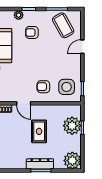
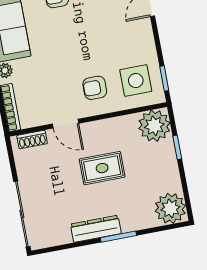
plant: (72, 126) -> (154, 126), moved
rug: (39, 131) -> (102, 168), turned 90
dresser: (40, 164) -> (96, 229), moved

